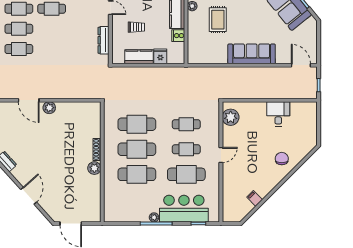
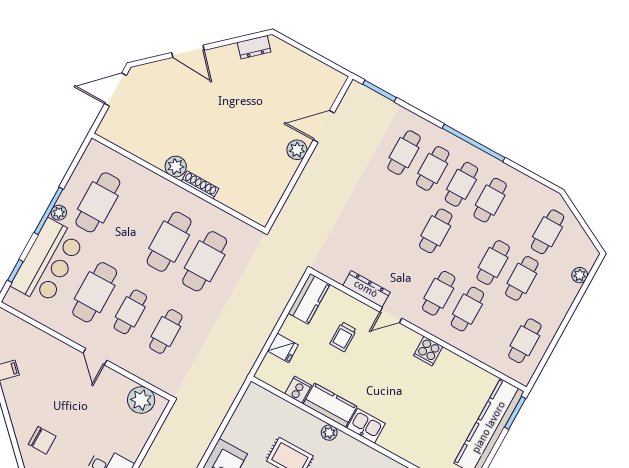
dresser: (104, 40) -> (366, 289), moved
kitchen counter: (139, 57) -> (309, 299), moved
cafe table: (137, 174) -> (98, 202), moved

